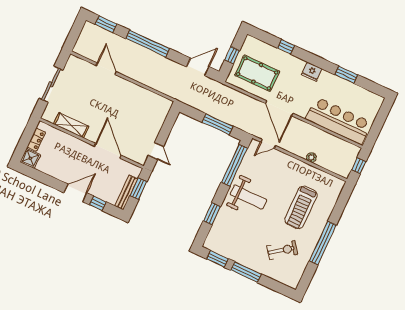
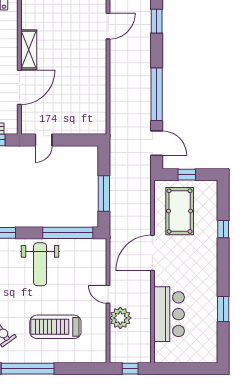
window: (148, 44) -> (157, 94), moved
door: (106, 69) -> (108, 26), moved
fridge: (312, 72) -> (209, 270), removed
bar counter: (339, 121) -> (169, 314), width x0.73
shelving: (71, 125) -> (29, 50), moved
door: (268, 144) -> (108, 294), moved
plant: (311, 157) -> (120, 318), width x1.87, depth x1.87

